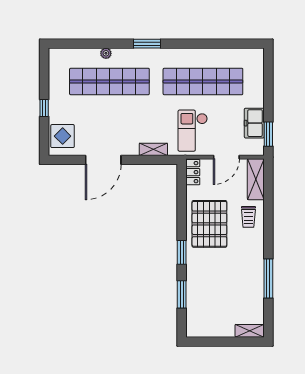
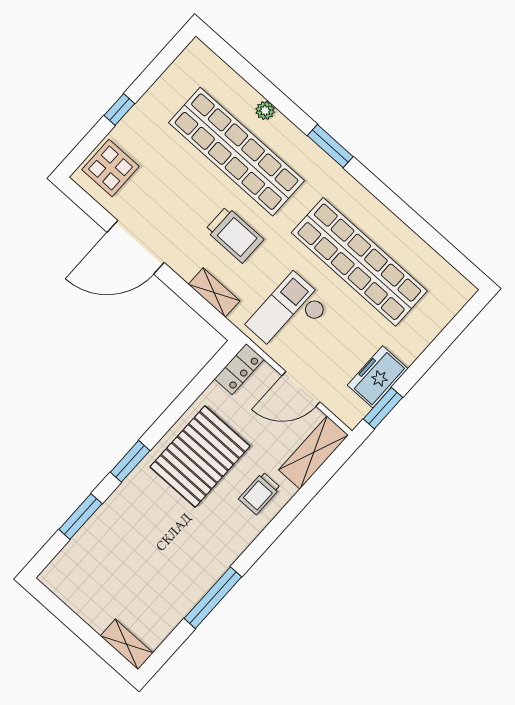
trolley: (140, 117) -> (234, 235), added

